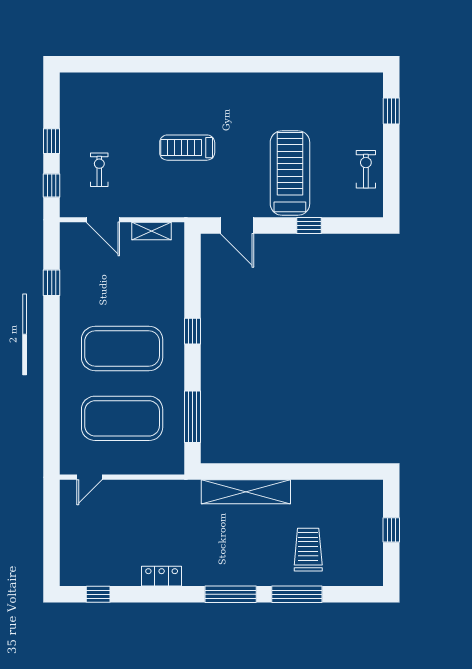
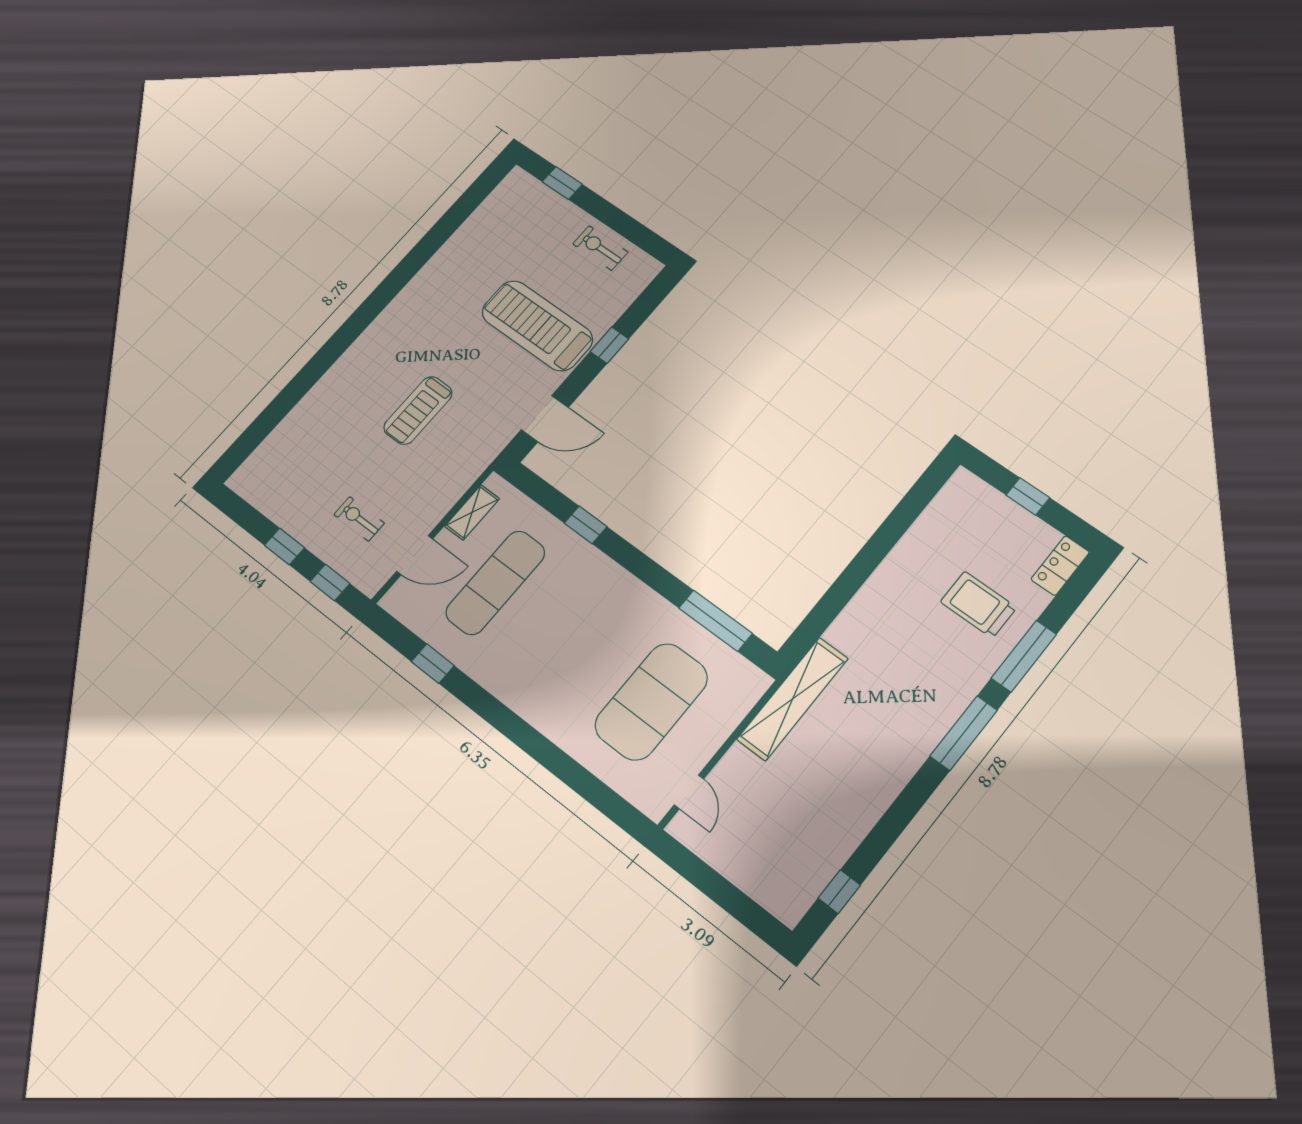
window: (193, 331) -> (586, 525), moved
exercise mat: (122, 348) -> (495, 583), moved, width x0.68
shelving: (246, 492) -> (793, 699), moved
locker: (162, 576) -> (1060, 566), moved

